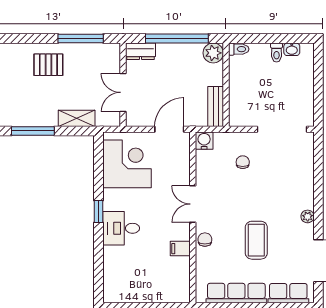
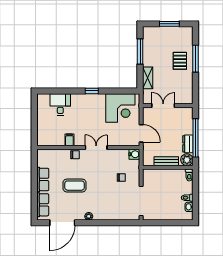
window: (81, 39) -> (196, 59), moved
dresser: (140, 51) -> (188, 144), moved
bench: (216, 107) -> (166, 161), moved
desk: (121, 228) -> (60, 104), moved
row of seats: (236, 293) -> (43, 179), width x0.68

